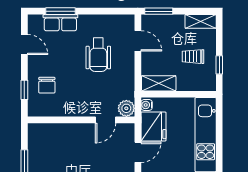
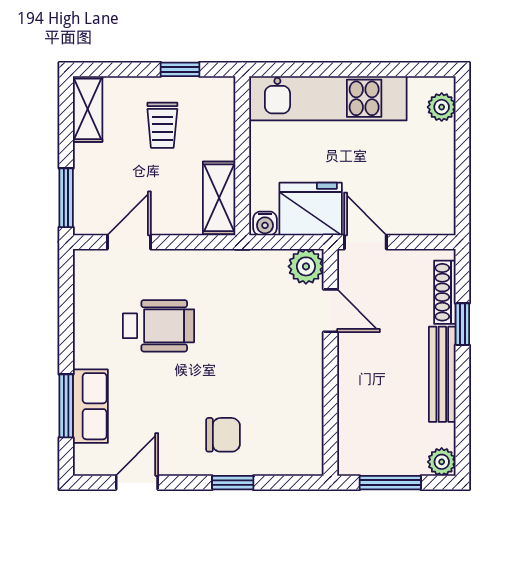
plant: (126, 108) -> (306, 266), moved
wall: (81, 120) -> (330, 362), moved
door: (105, 120) -> (330, 311), moved

